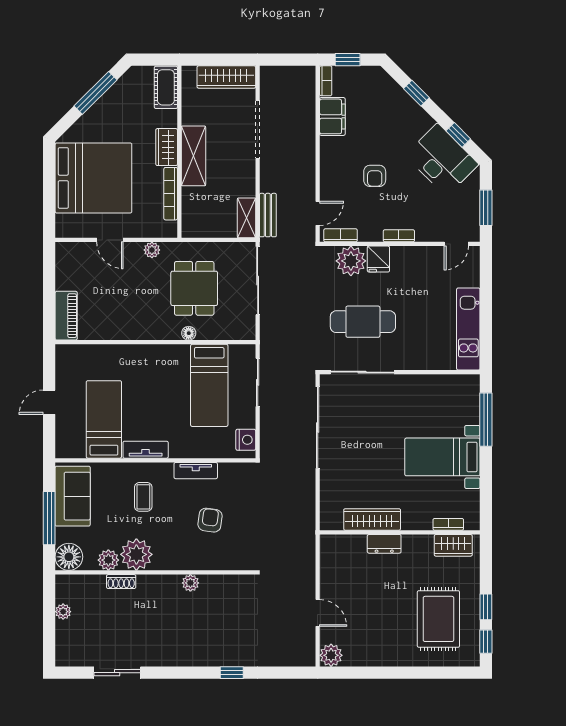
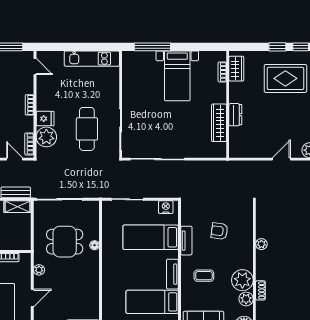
bed: (209, 385) -> (151, 237), moved, turned 180

